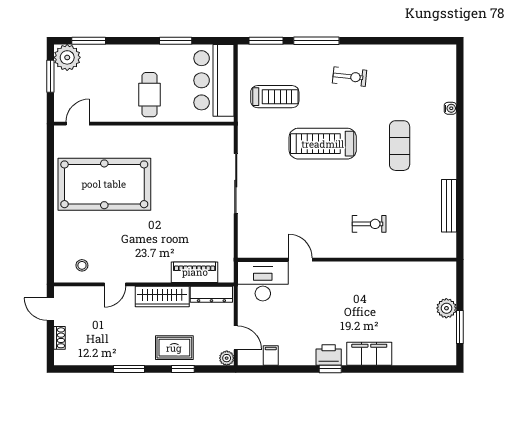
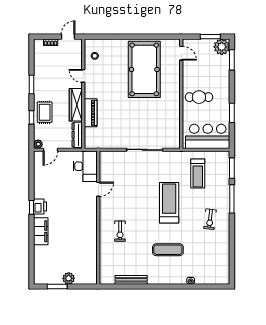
piano: (195, 272) -> (91, 113), moved
filing cabinet: (271, 355) -> (40, 171), removed

